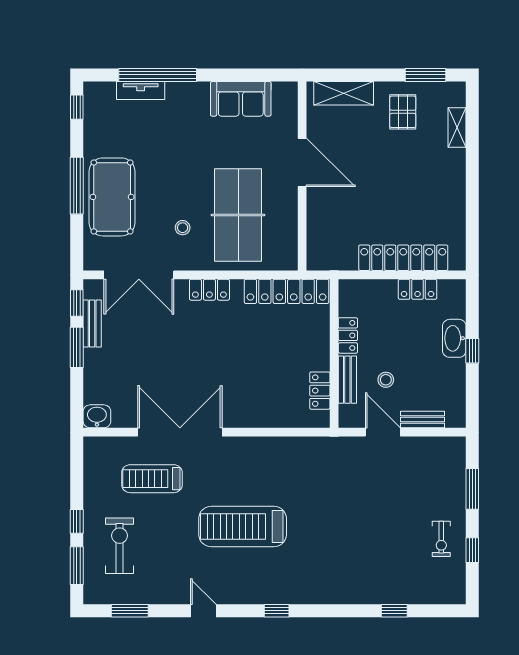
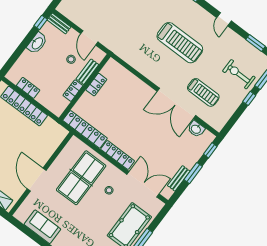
locker: (209, 290) -> (118, 155), width x1.53
window: (77, 303) -> (210, 150), moved
washbasin: (454, 338) -> (37, 43), moved
window: (472, 351) -> (41, 22), moved
locker: (320, 391) -> (96, 85), moved
washbasin: (97, 416) -> (196, 129), moved
bench: (423, 420) -> (59, 23), moved
exercise bike: (120, 546) -> (239, 74), turned 90

